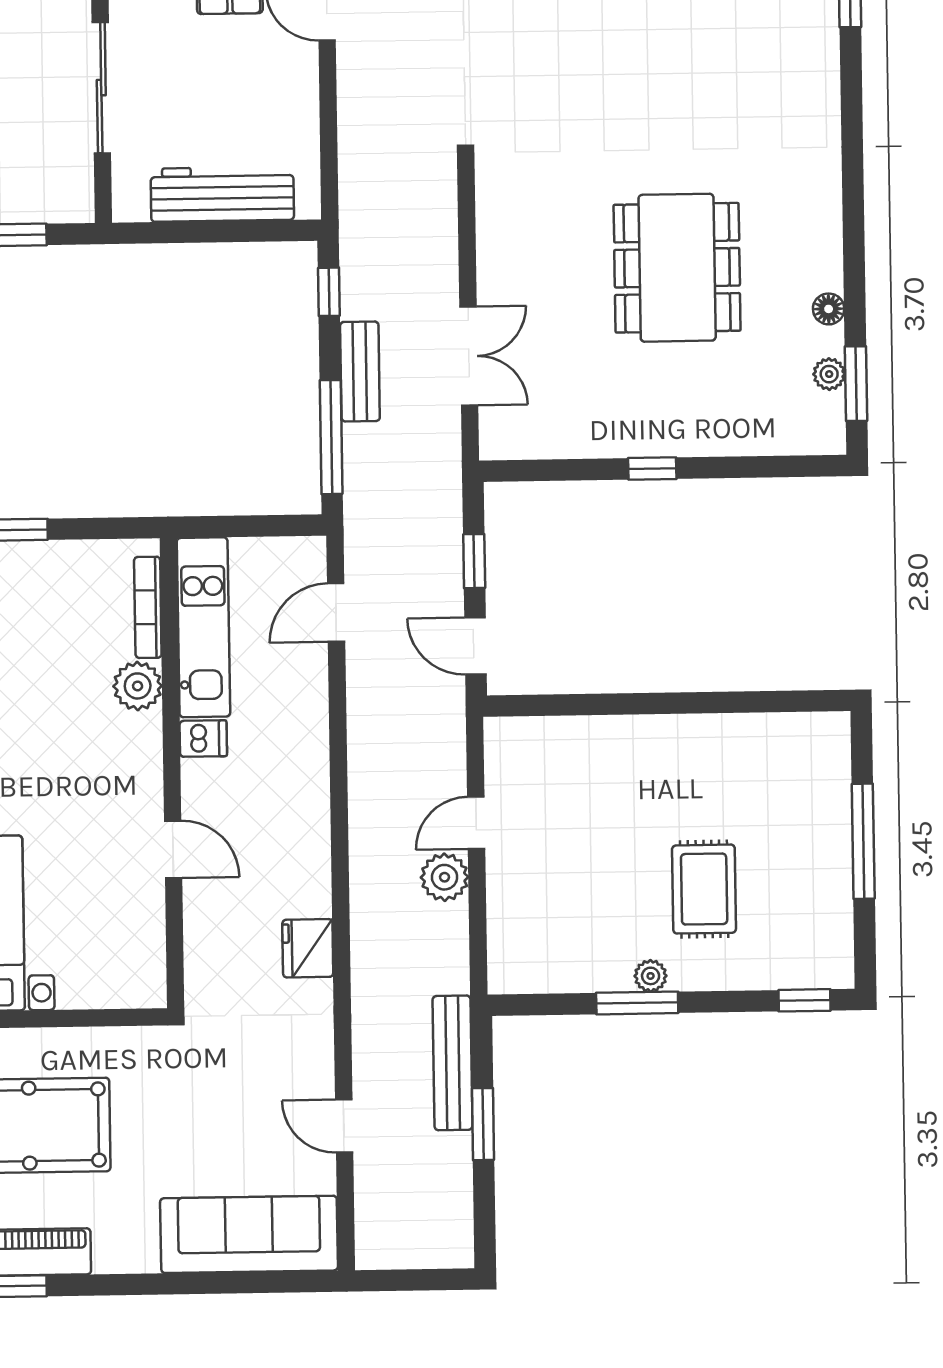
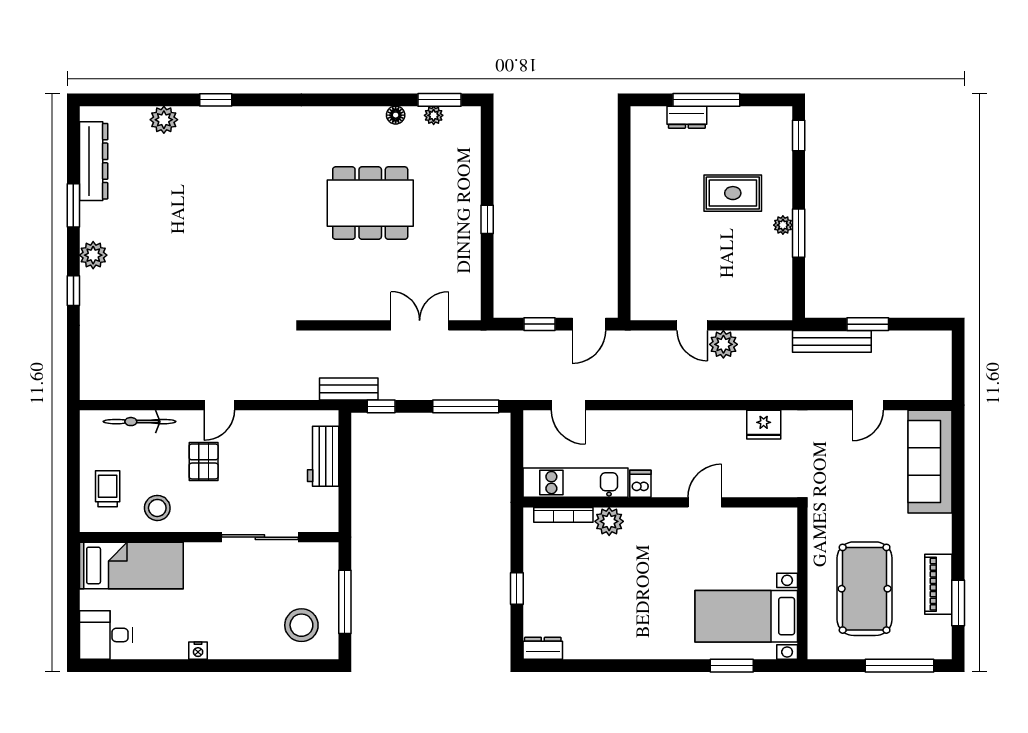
workbench: (222, 194) -> (323, 456), width x0.73
bench: (360, 371) -> (349, 389), moved
dresser: (833, 808) -> (687, 117), added

